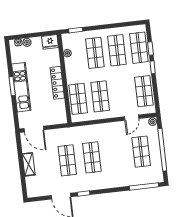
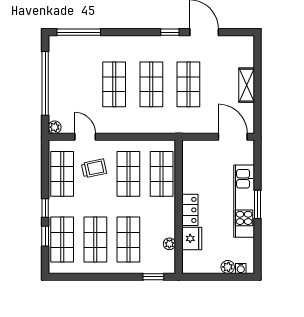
fridge: (50, 42) -> (192, 238), moved, turned 90
locker: (57, 83) -> (190, 210), width x0.66
trolley: (123, 97) -> (94, 168), added
door: (132, 118) -> (85, 137), hinge flipped
shop shelf: (141, 152) -> (114, 84), moved

